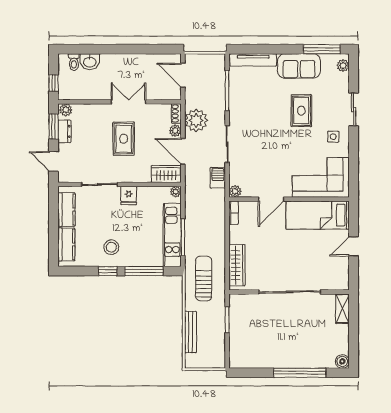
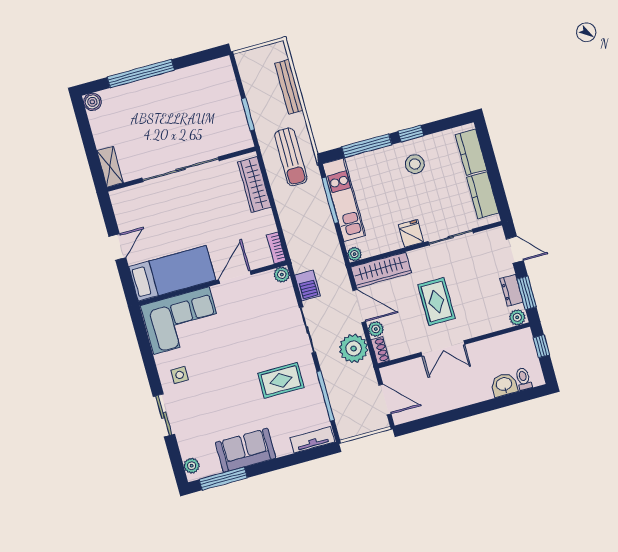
tv unit: (253, 60) -> (312, 440), width x0.71
rug: (301, 111) -> (281, 380), moved, turned 90
wardrobe: (166, 174) -> (381, 270), width x1.50

